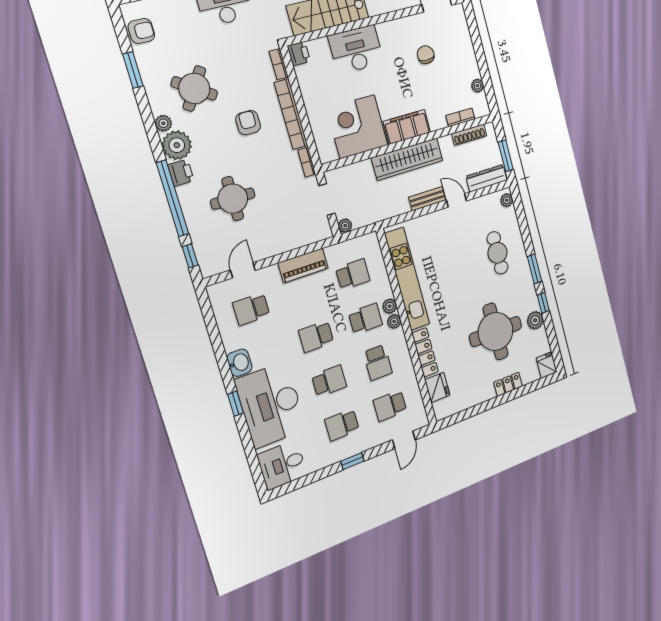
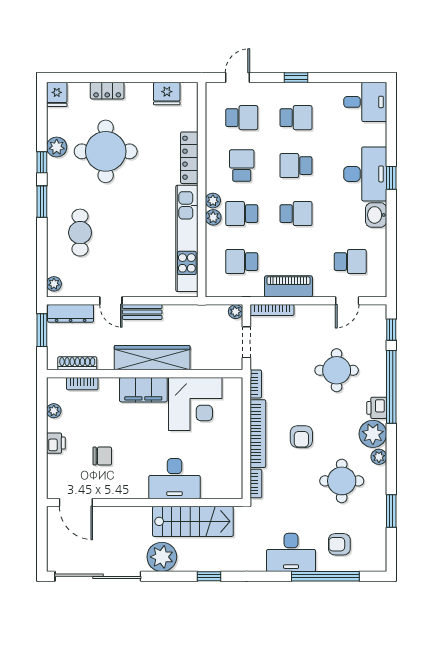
armchair: (141, 31) -> (339, 544), moved
printer: (299, 54) -> (56, 443), moved, turned 180
chair: (426, 55) -> (102, 456), turned -90
round table: (194, 88) -> (342, 481), turned -33
bookcase: (312, 238) -> (272, 310), added
fridge: (437, 387) -> (167, 94), moved, turned -90
desk: (271, 405) -> (365, 174), width x0.73, depth x0.77

